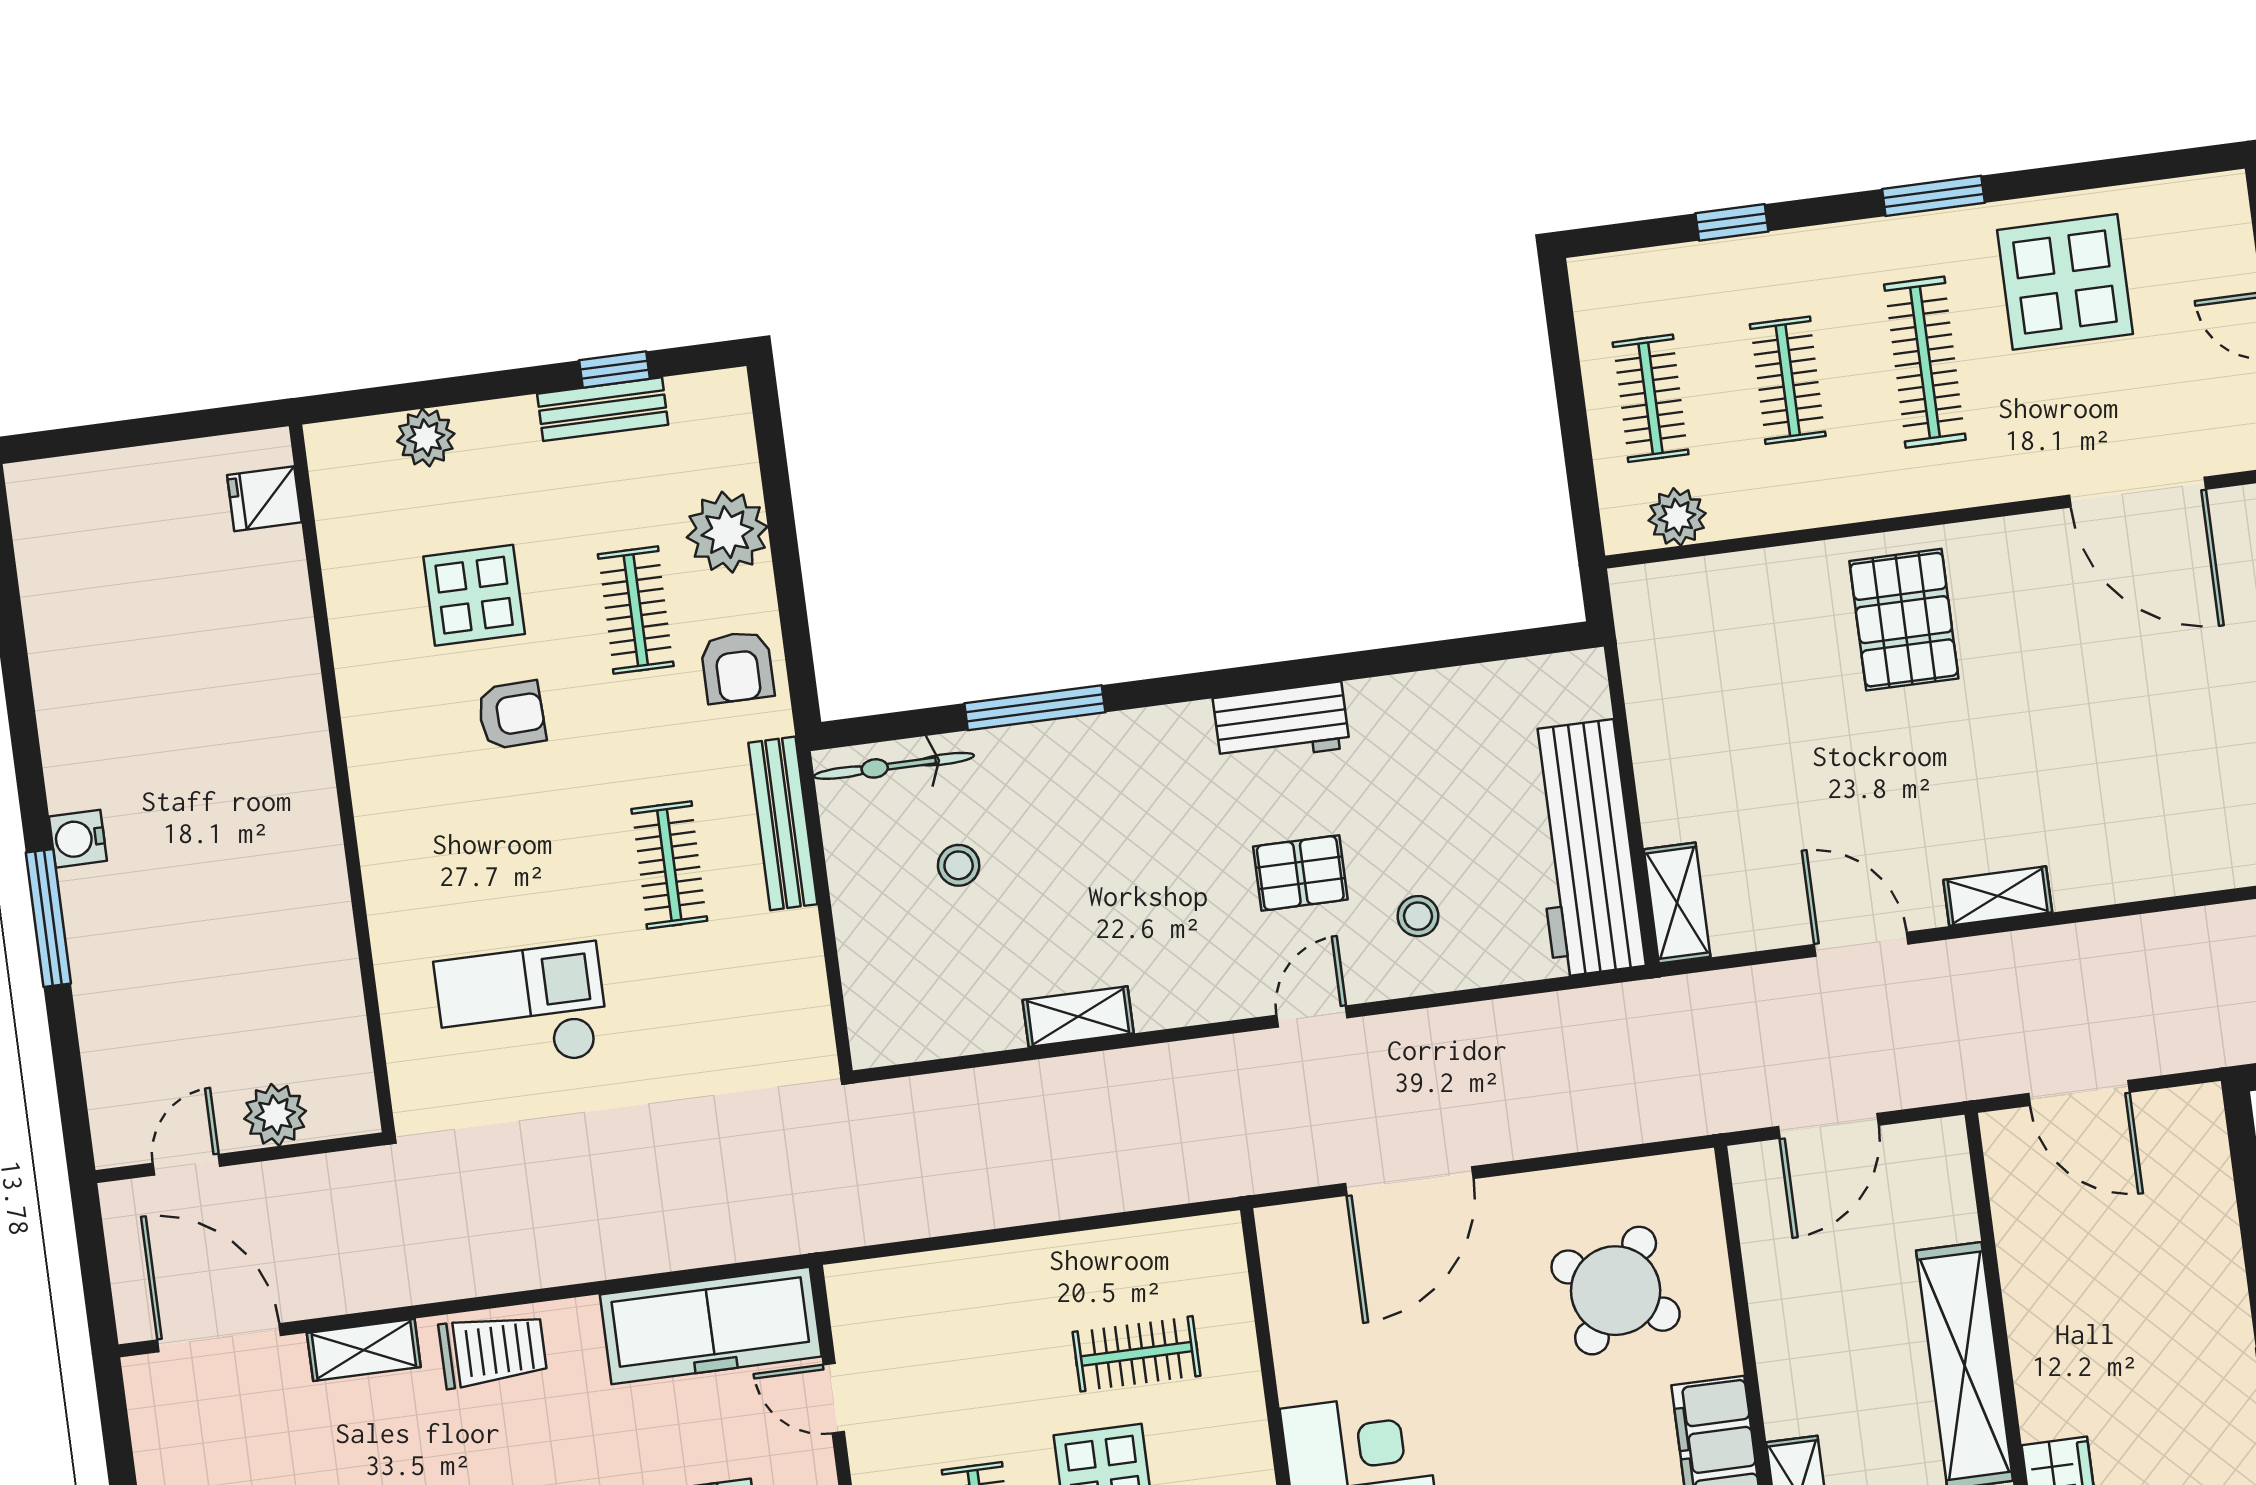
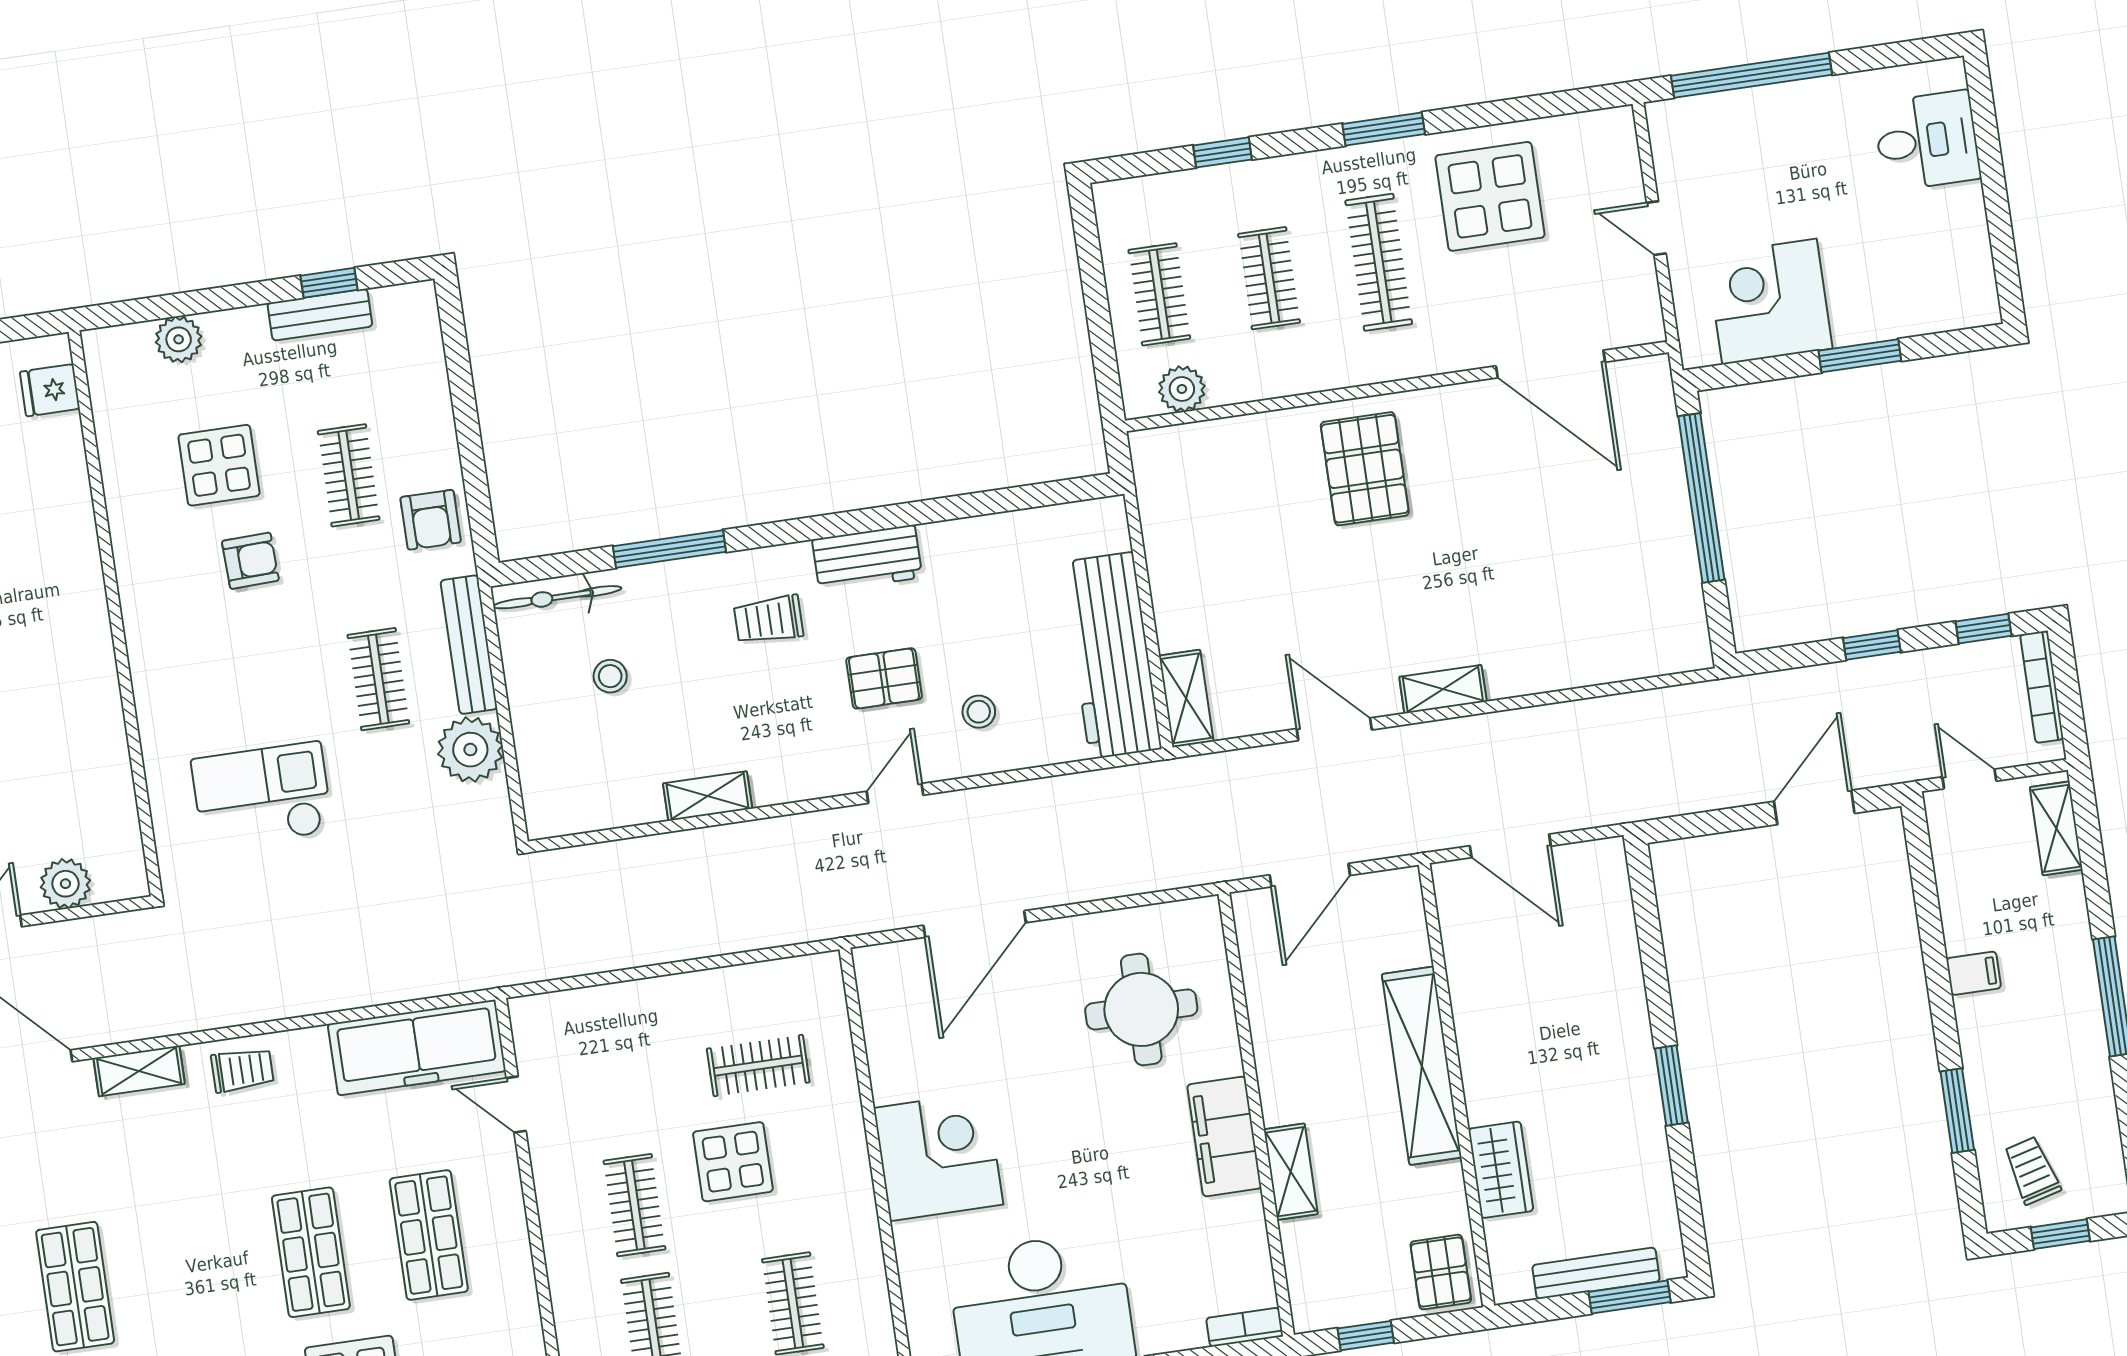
plant: (727, 532) -> (470, 750), moved
trolley: (1157, 798) -> (769, 620), added
round table: (1616, 1291) -> (1141, 1009), turned -34
trolley: (493, 1350) -> (242, 1070), width x0.73, depth x0.72

